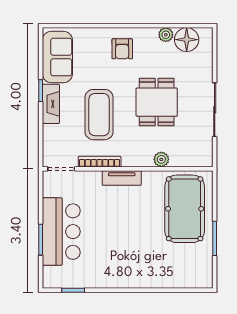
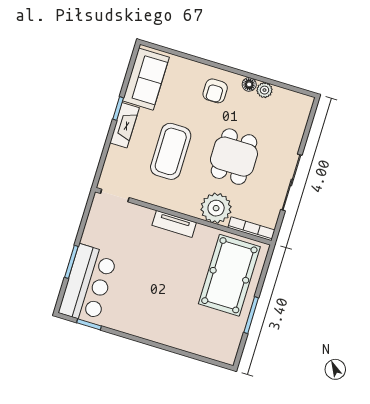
floor lamp: (187, 40) -> (249, 84), moved, width x0.53, depth x0.53
plant: (161, 159) -> (216, 208), width x1.87, depth x1.87
bookcase: (100, 162) -> (251, 229), moved
bar counter: (61, 232) -> (88, 284), moved

